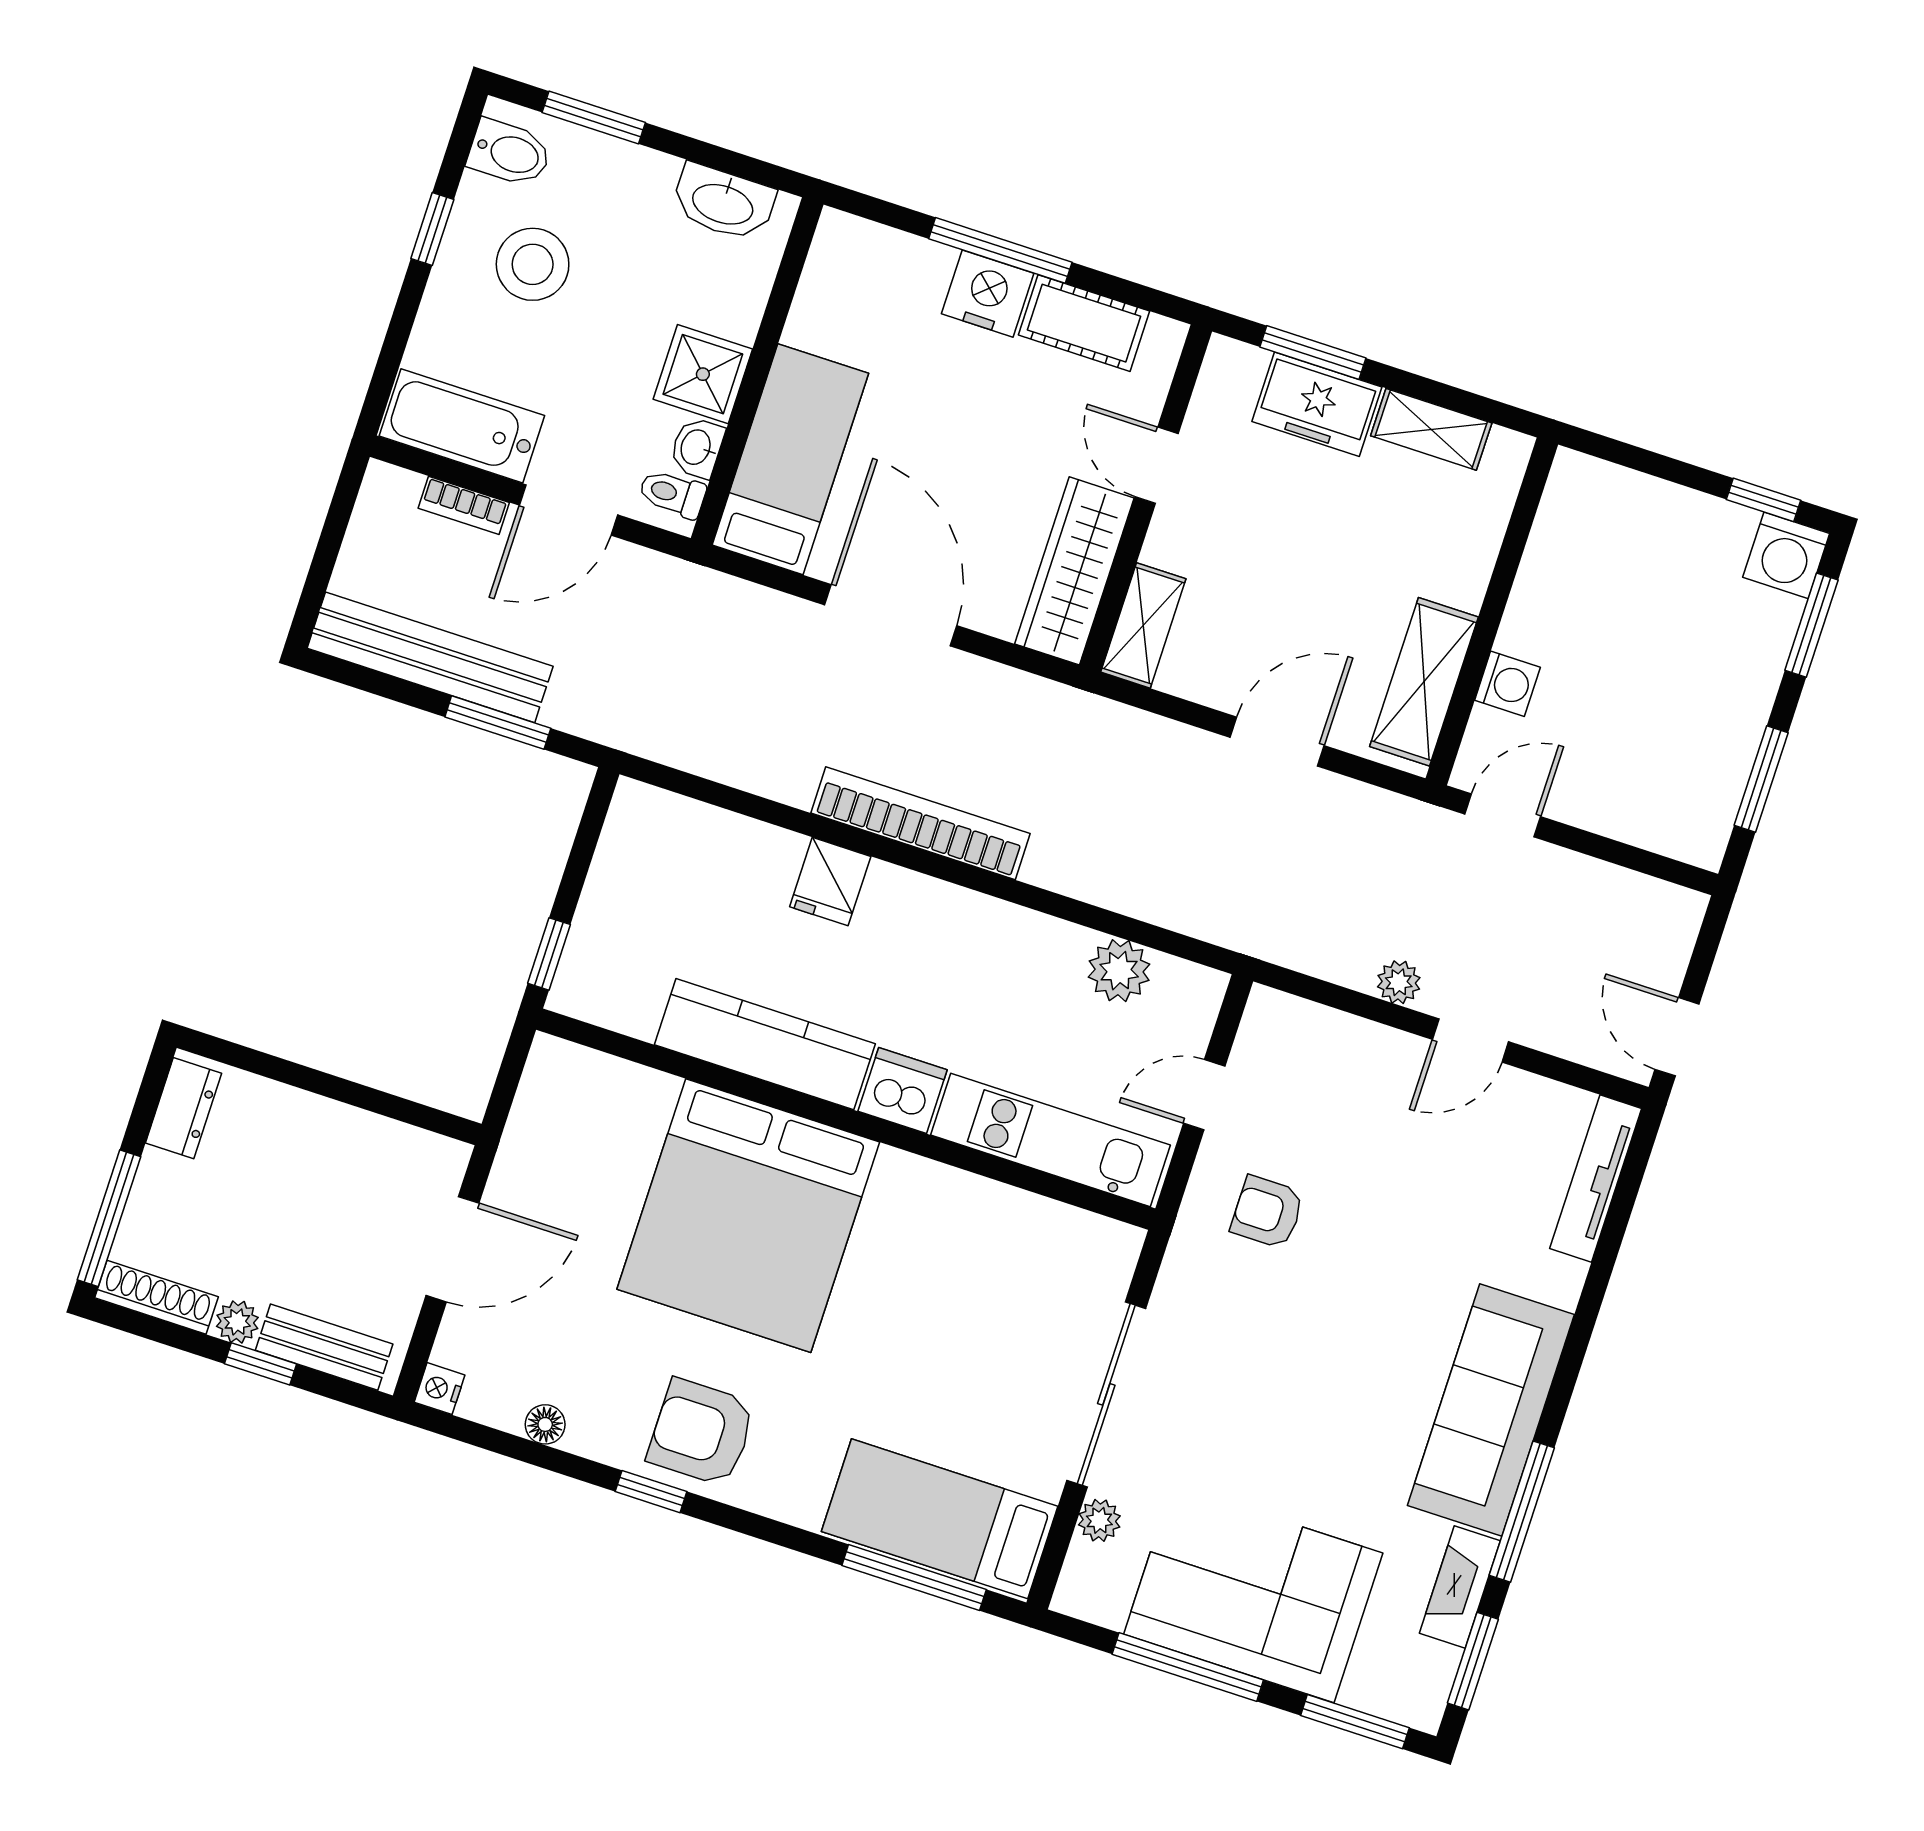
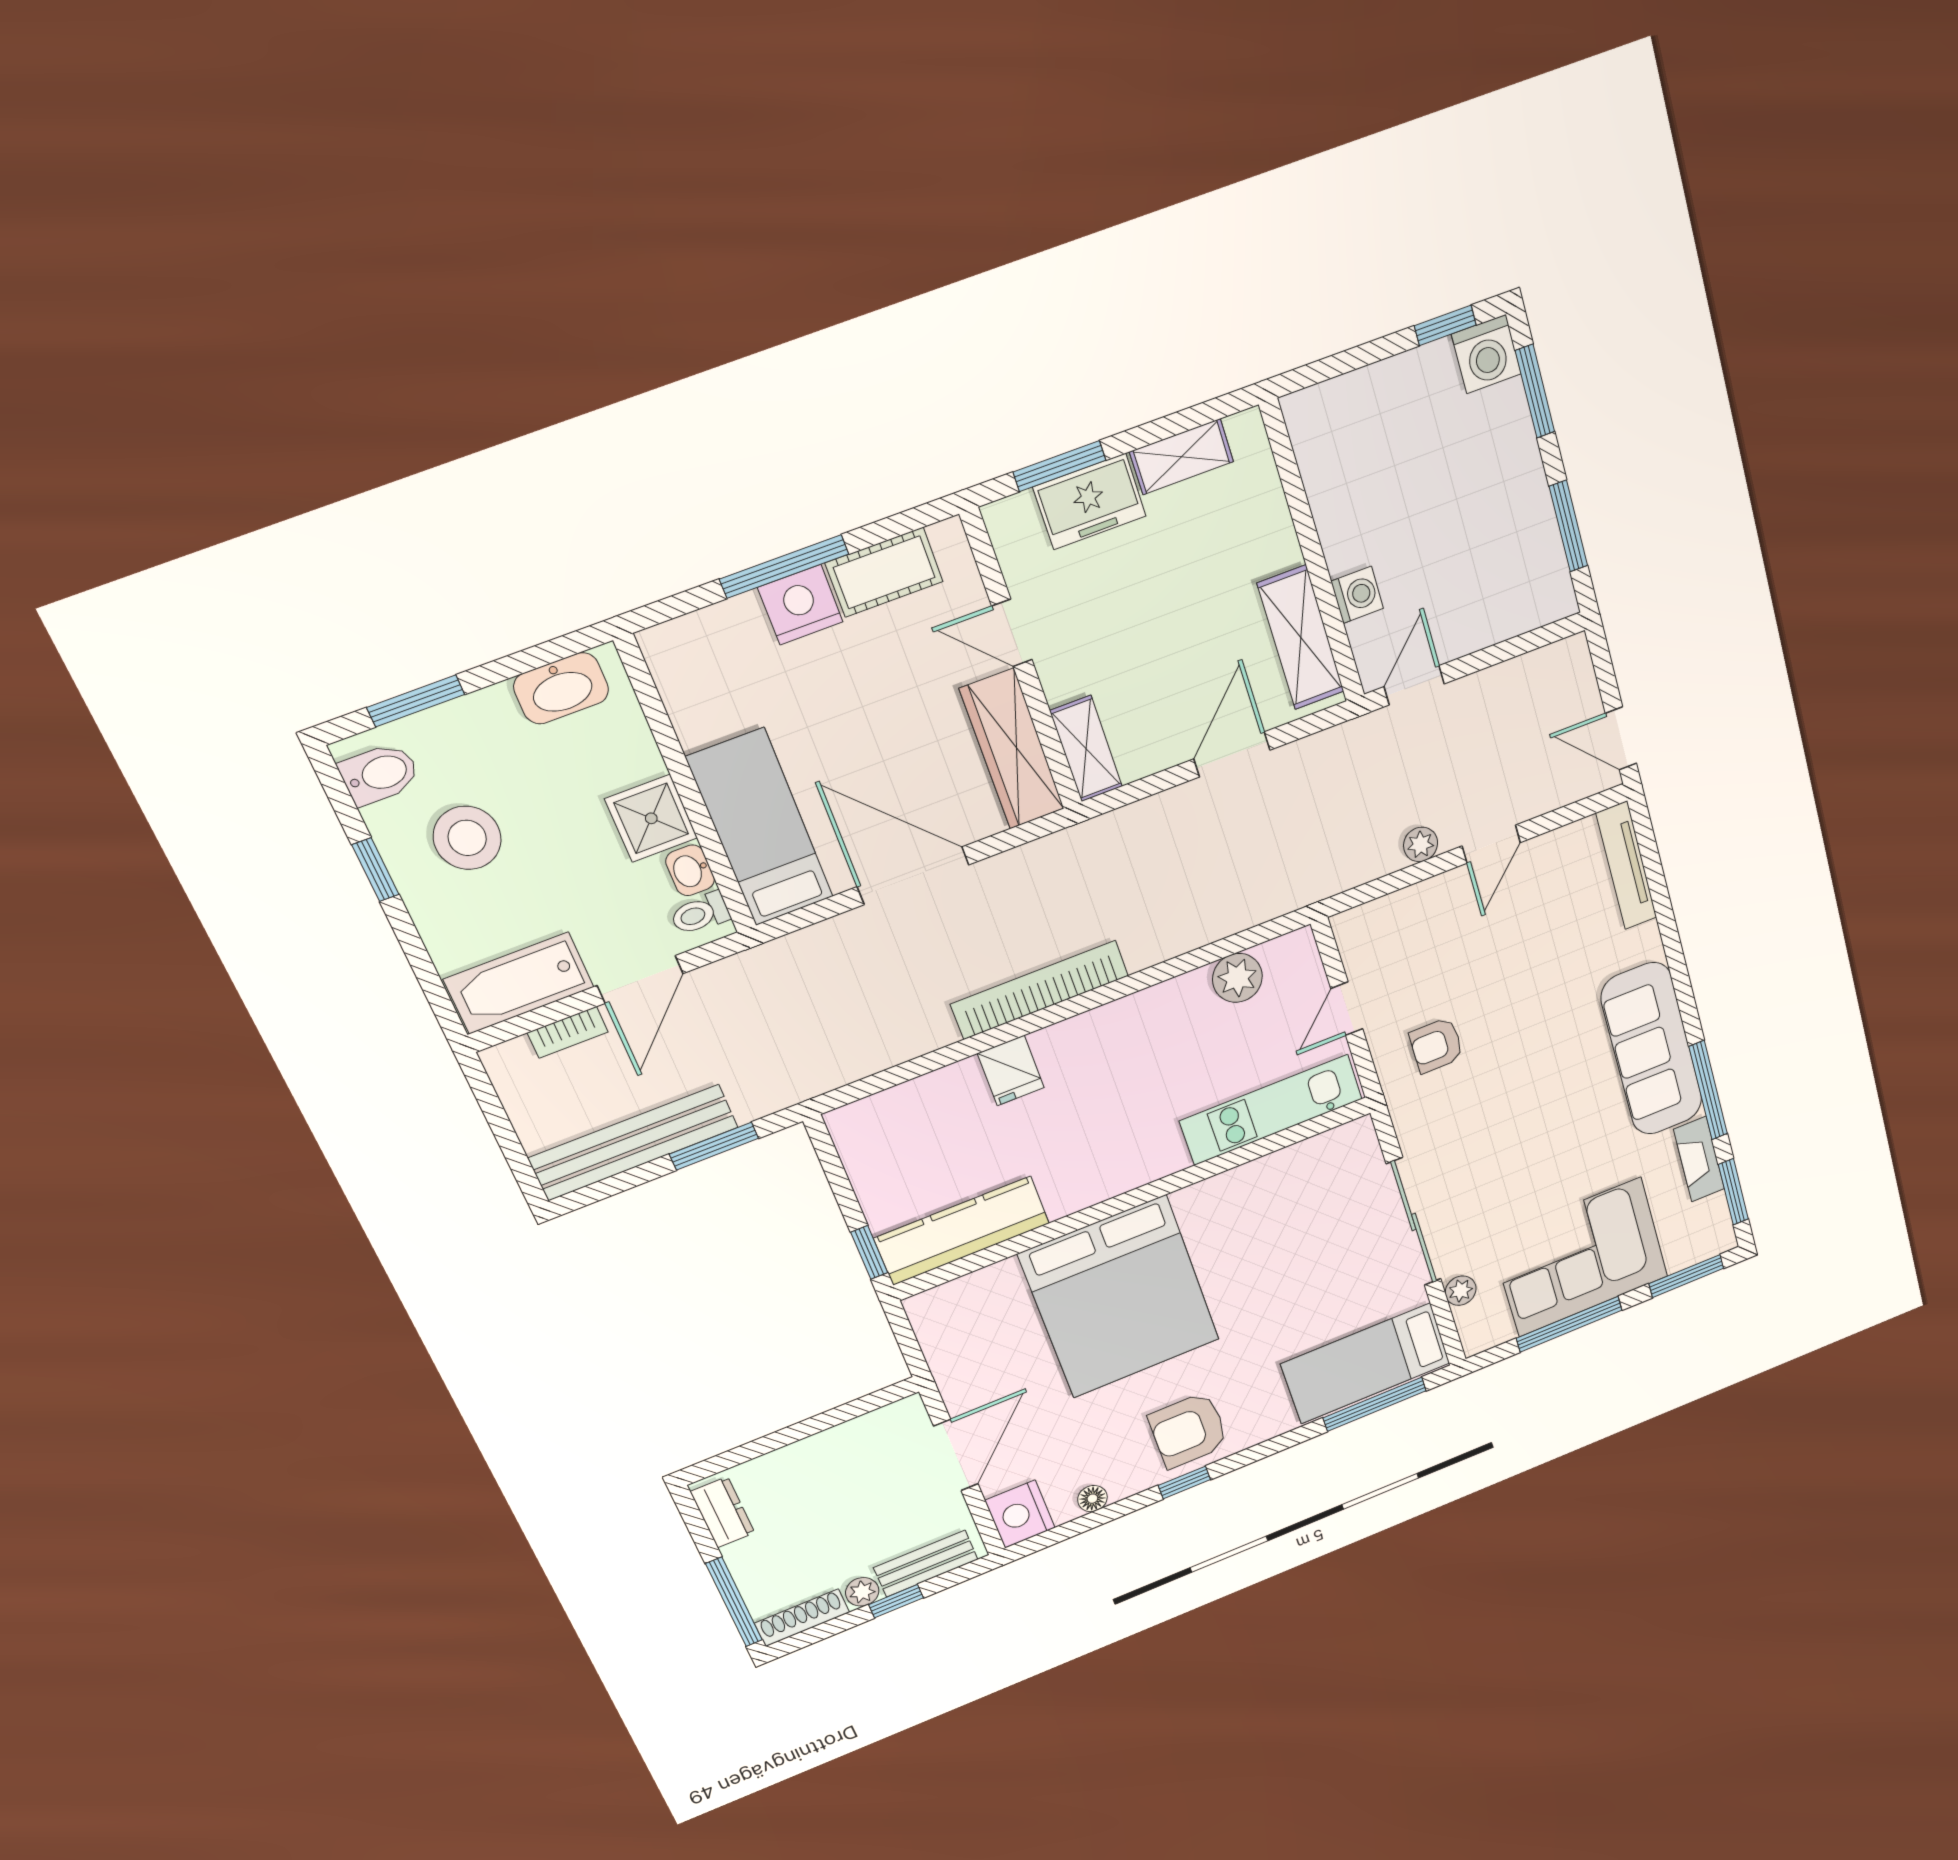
kitchen counter: (765, 1044) -> (962, 1231), moved
dishwasher: (903, 1091) -> (1157, 1154), removed
nightstand: (440, 1389) -> (1020, 1514), width x1.89, depth x1.79

